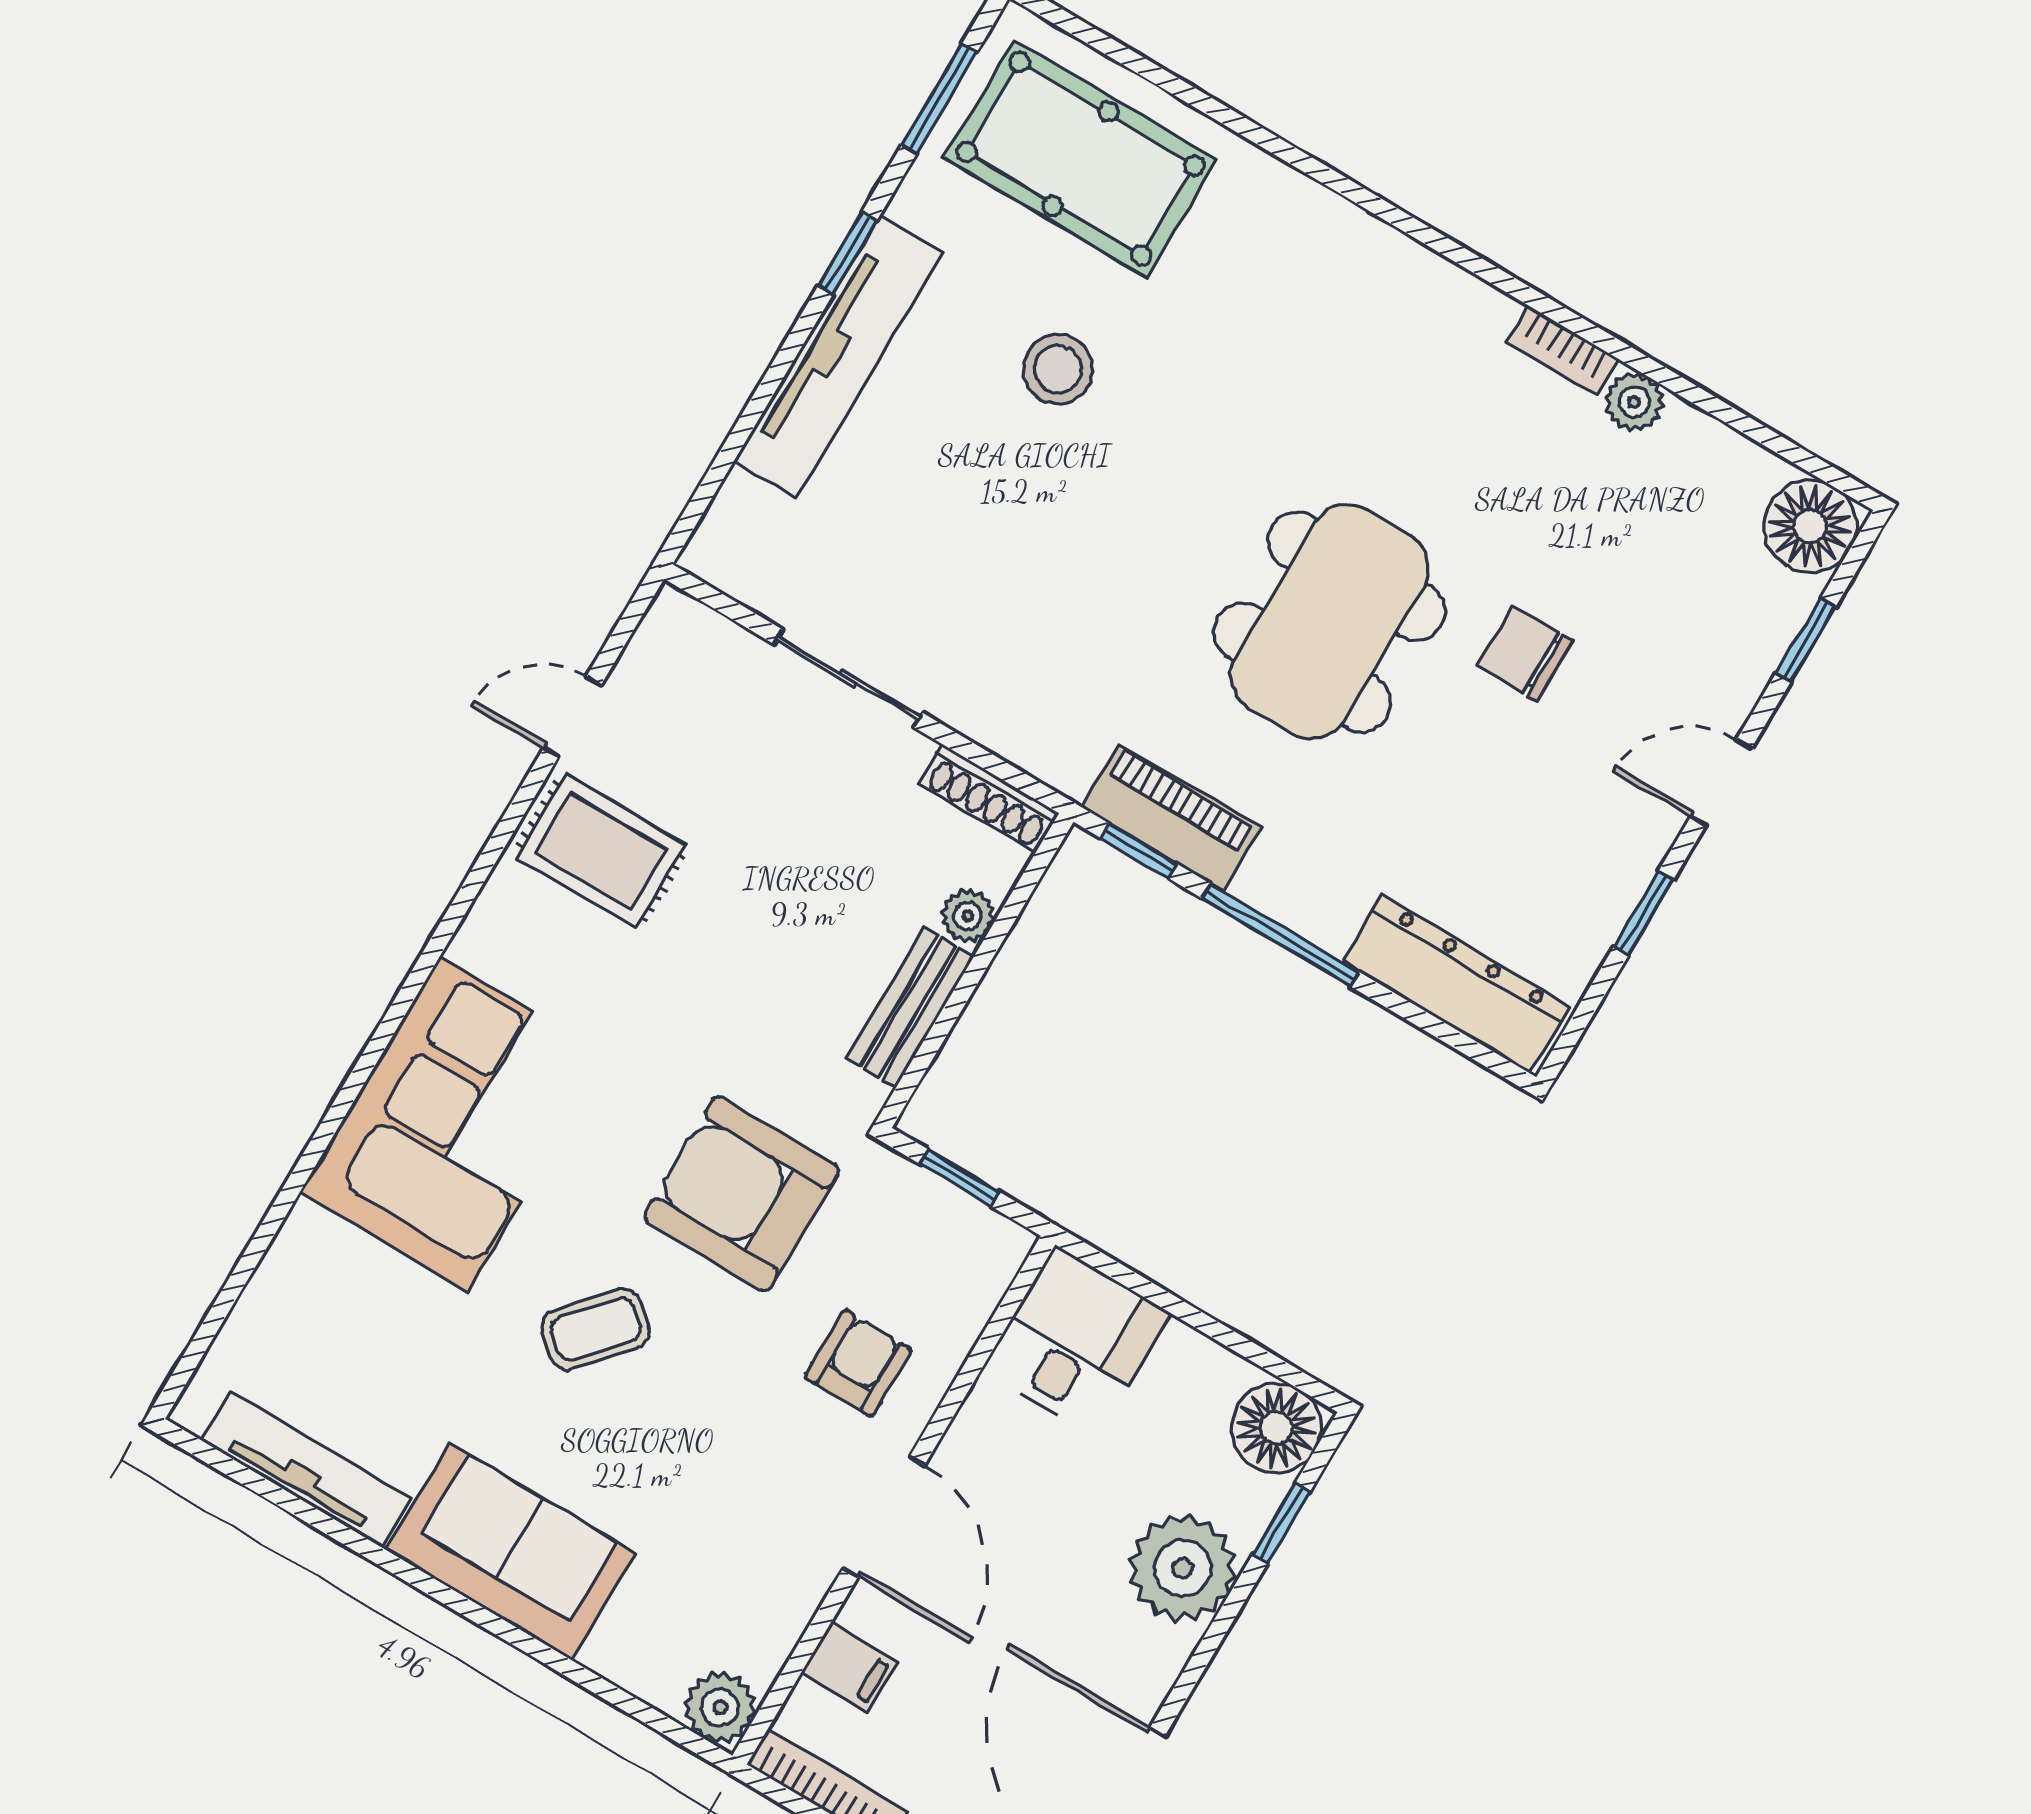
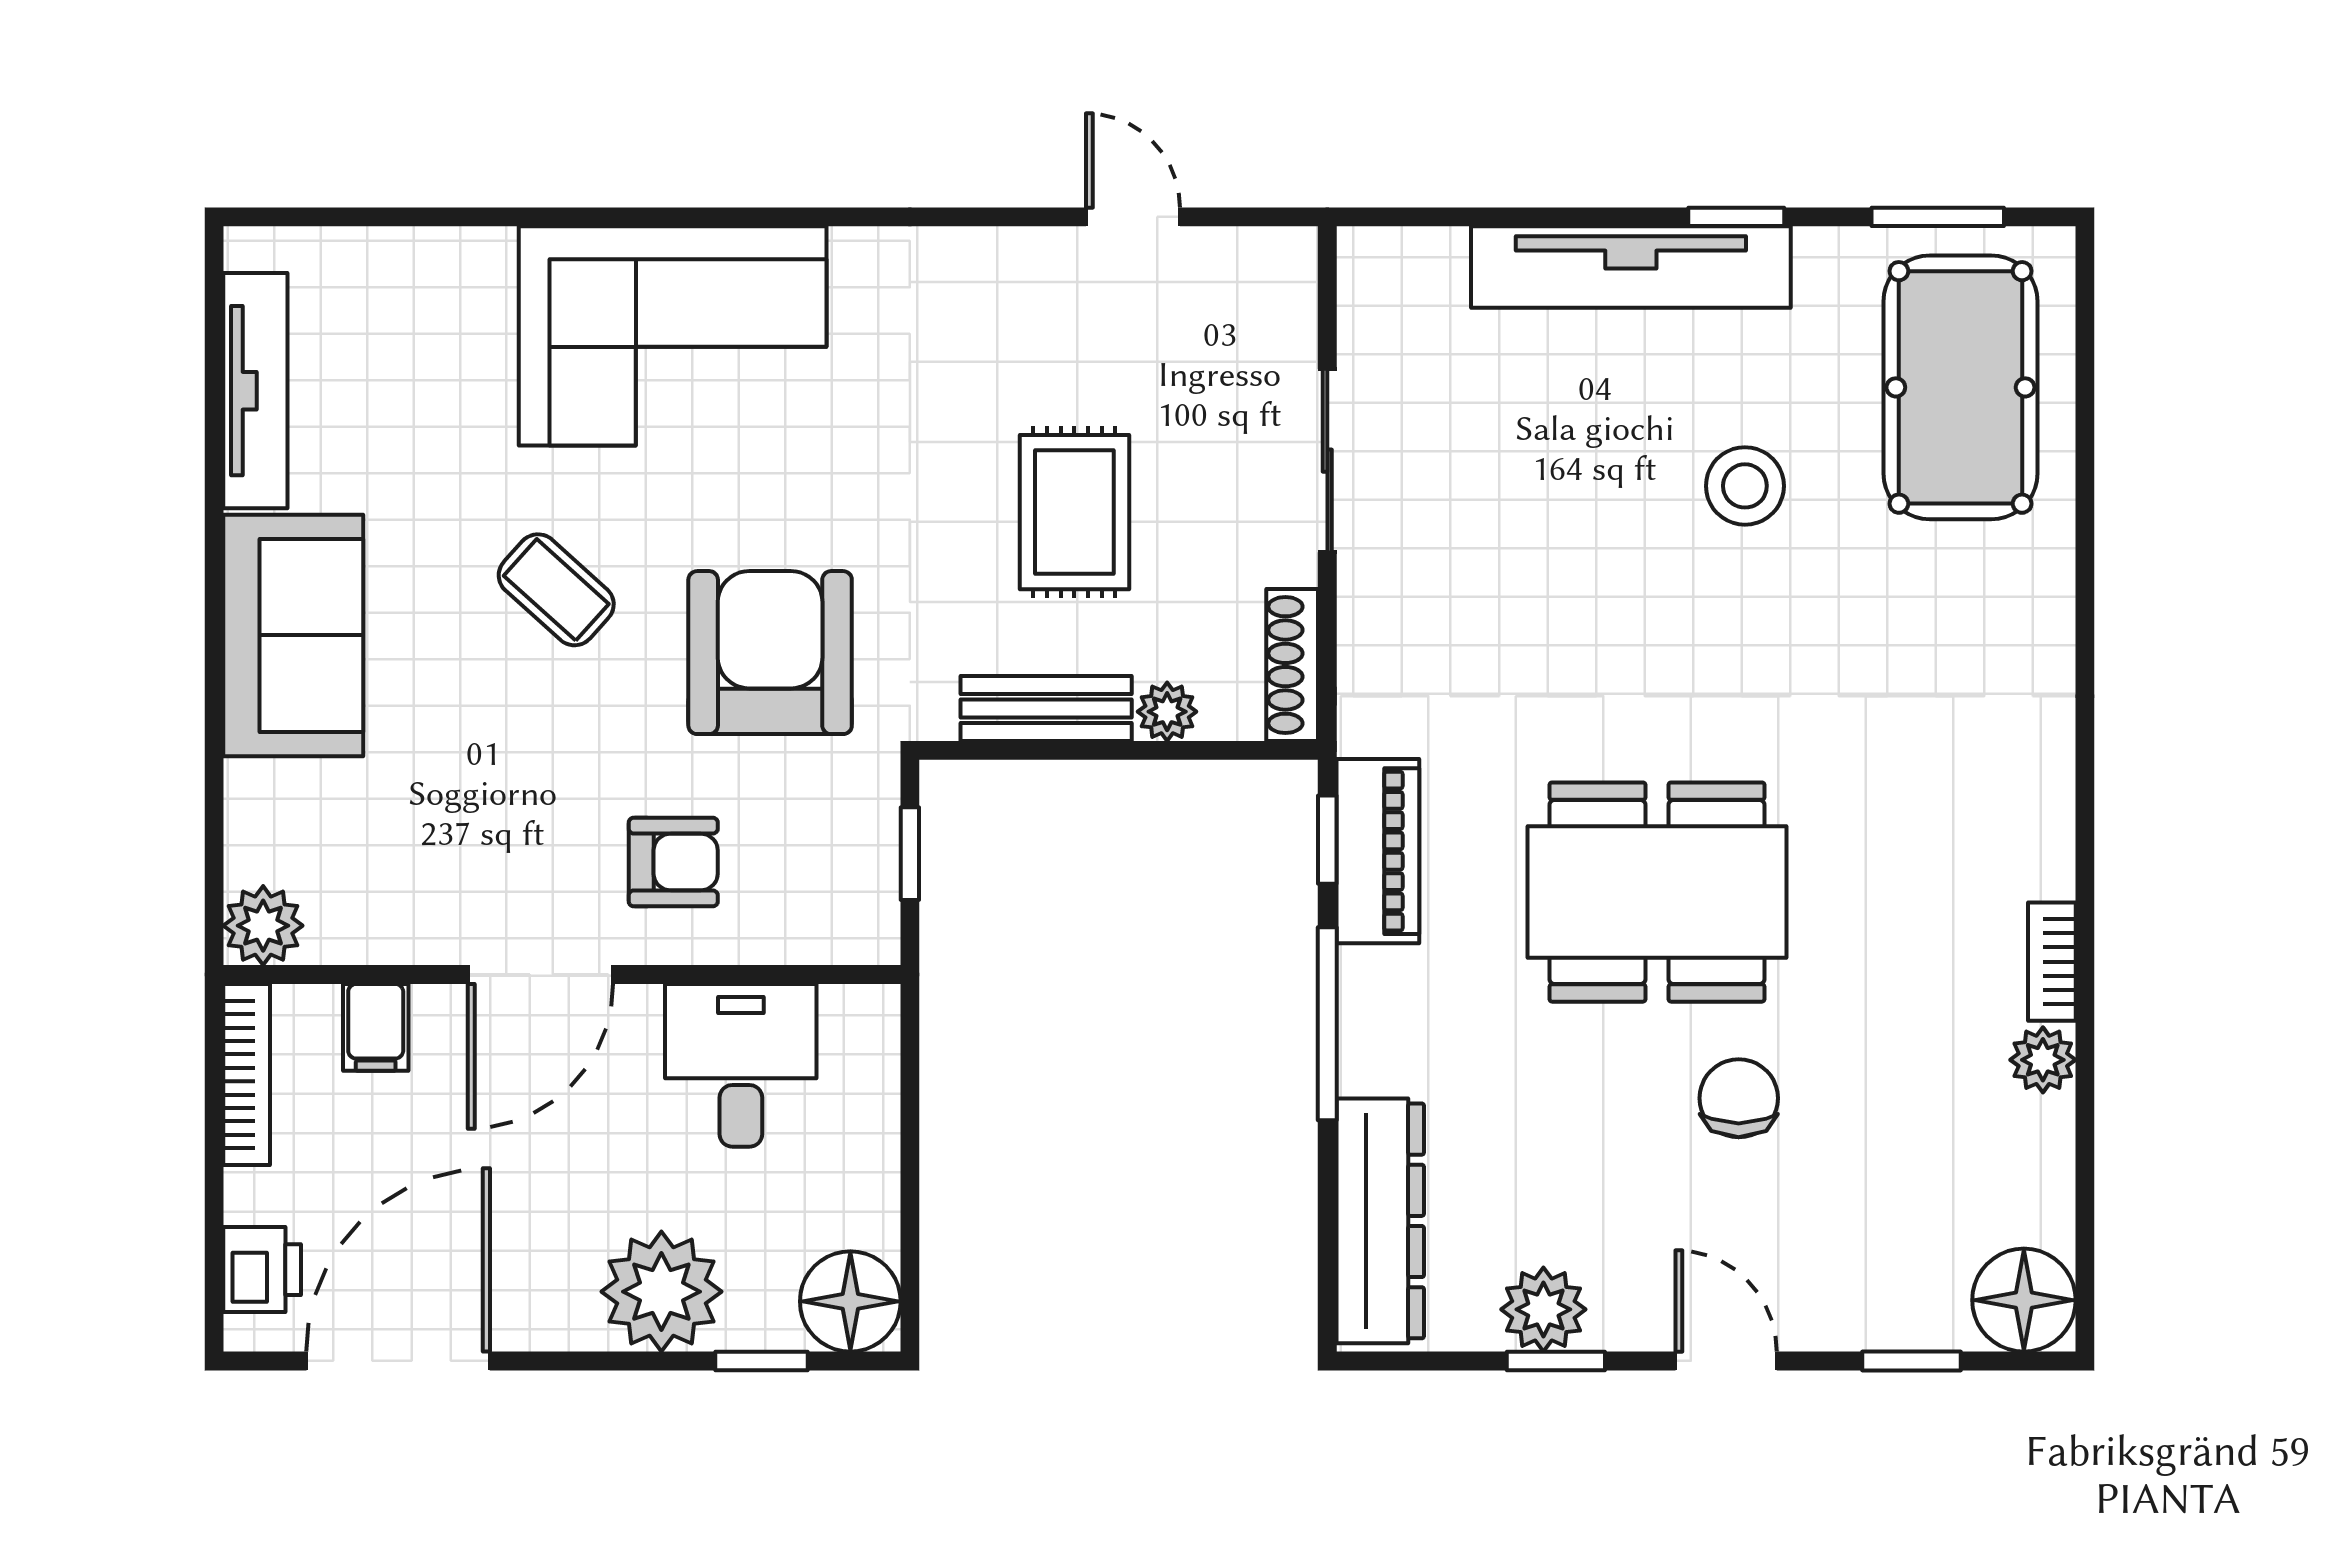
rug: (601, 851) -> (1074, 512), moved
plant: (1598, 899) -> (1543, 1309), added
desk: (1076, 1341) -> (741, 1065), moved, turned -90

